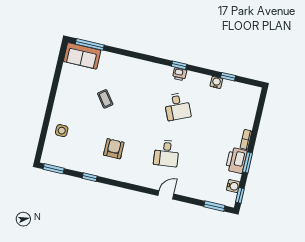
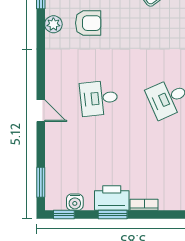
plant: (109, 172) -> (53, 24), added

